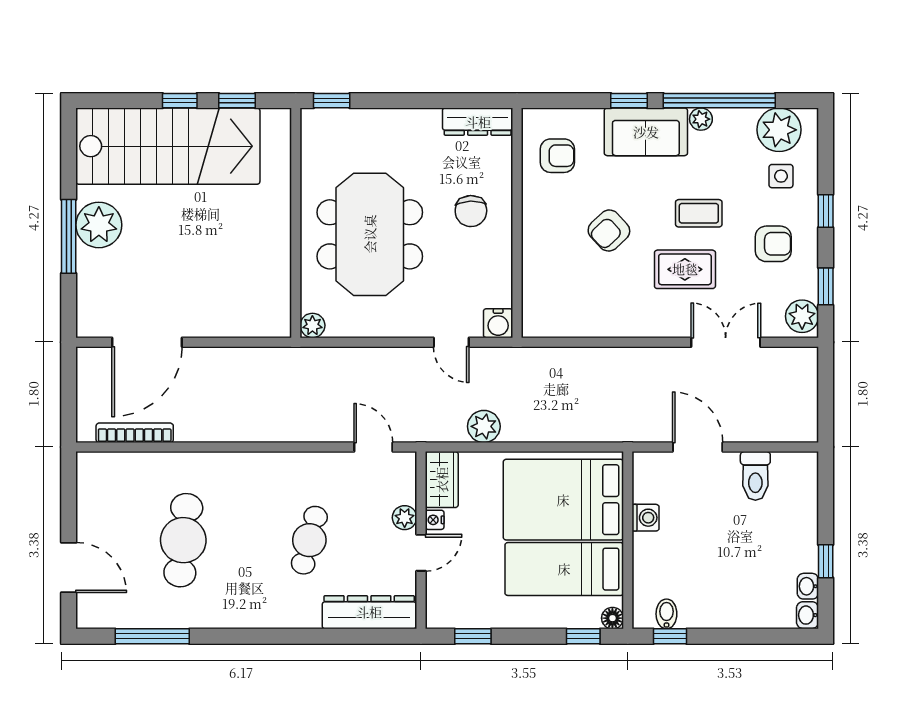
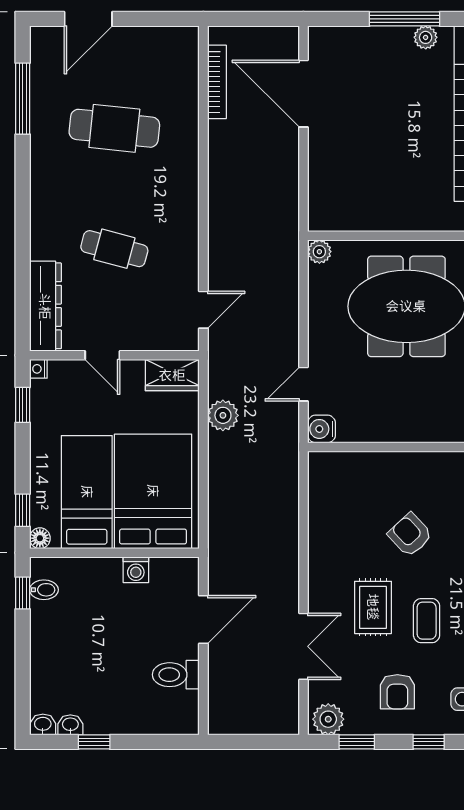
chair: (471, 211) -> (429, 403), removed
plant: (99, 225) -> (426, 37), width x0.53, depth x0.53
plant: (405, 518) -> (136, 340), removed
nightstand: (435, 520) -> (38, 369), moved, turned -90

